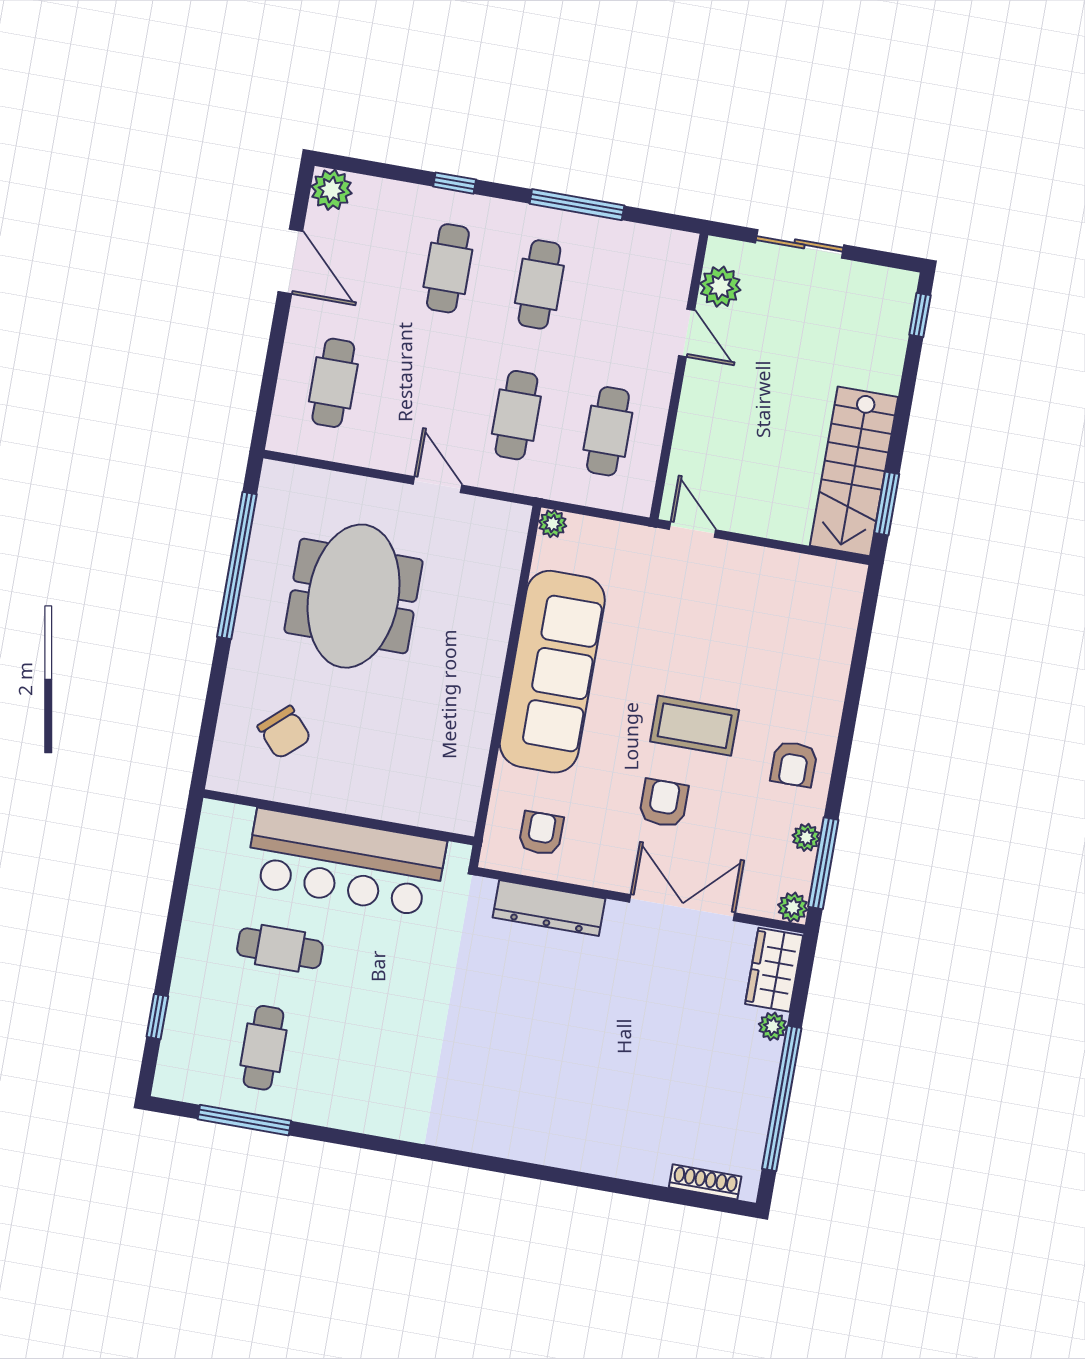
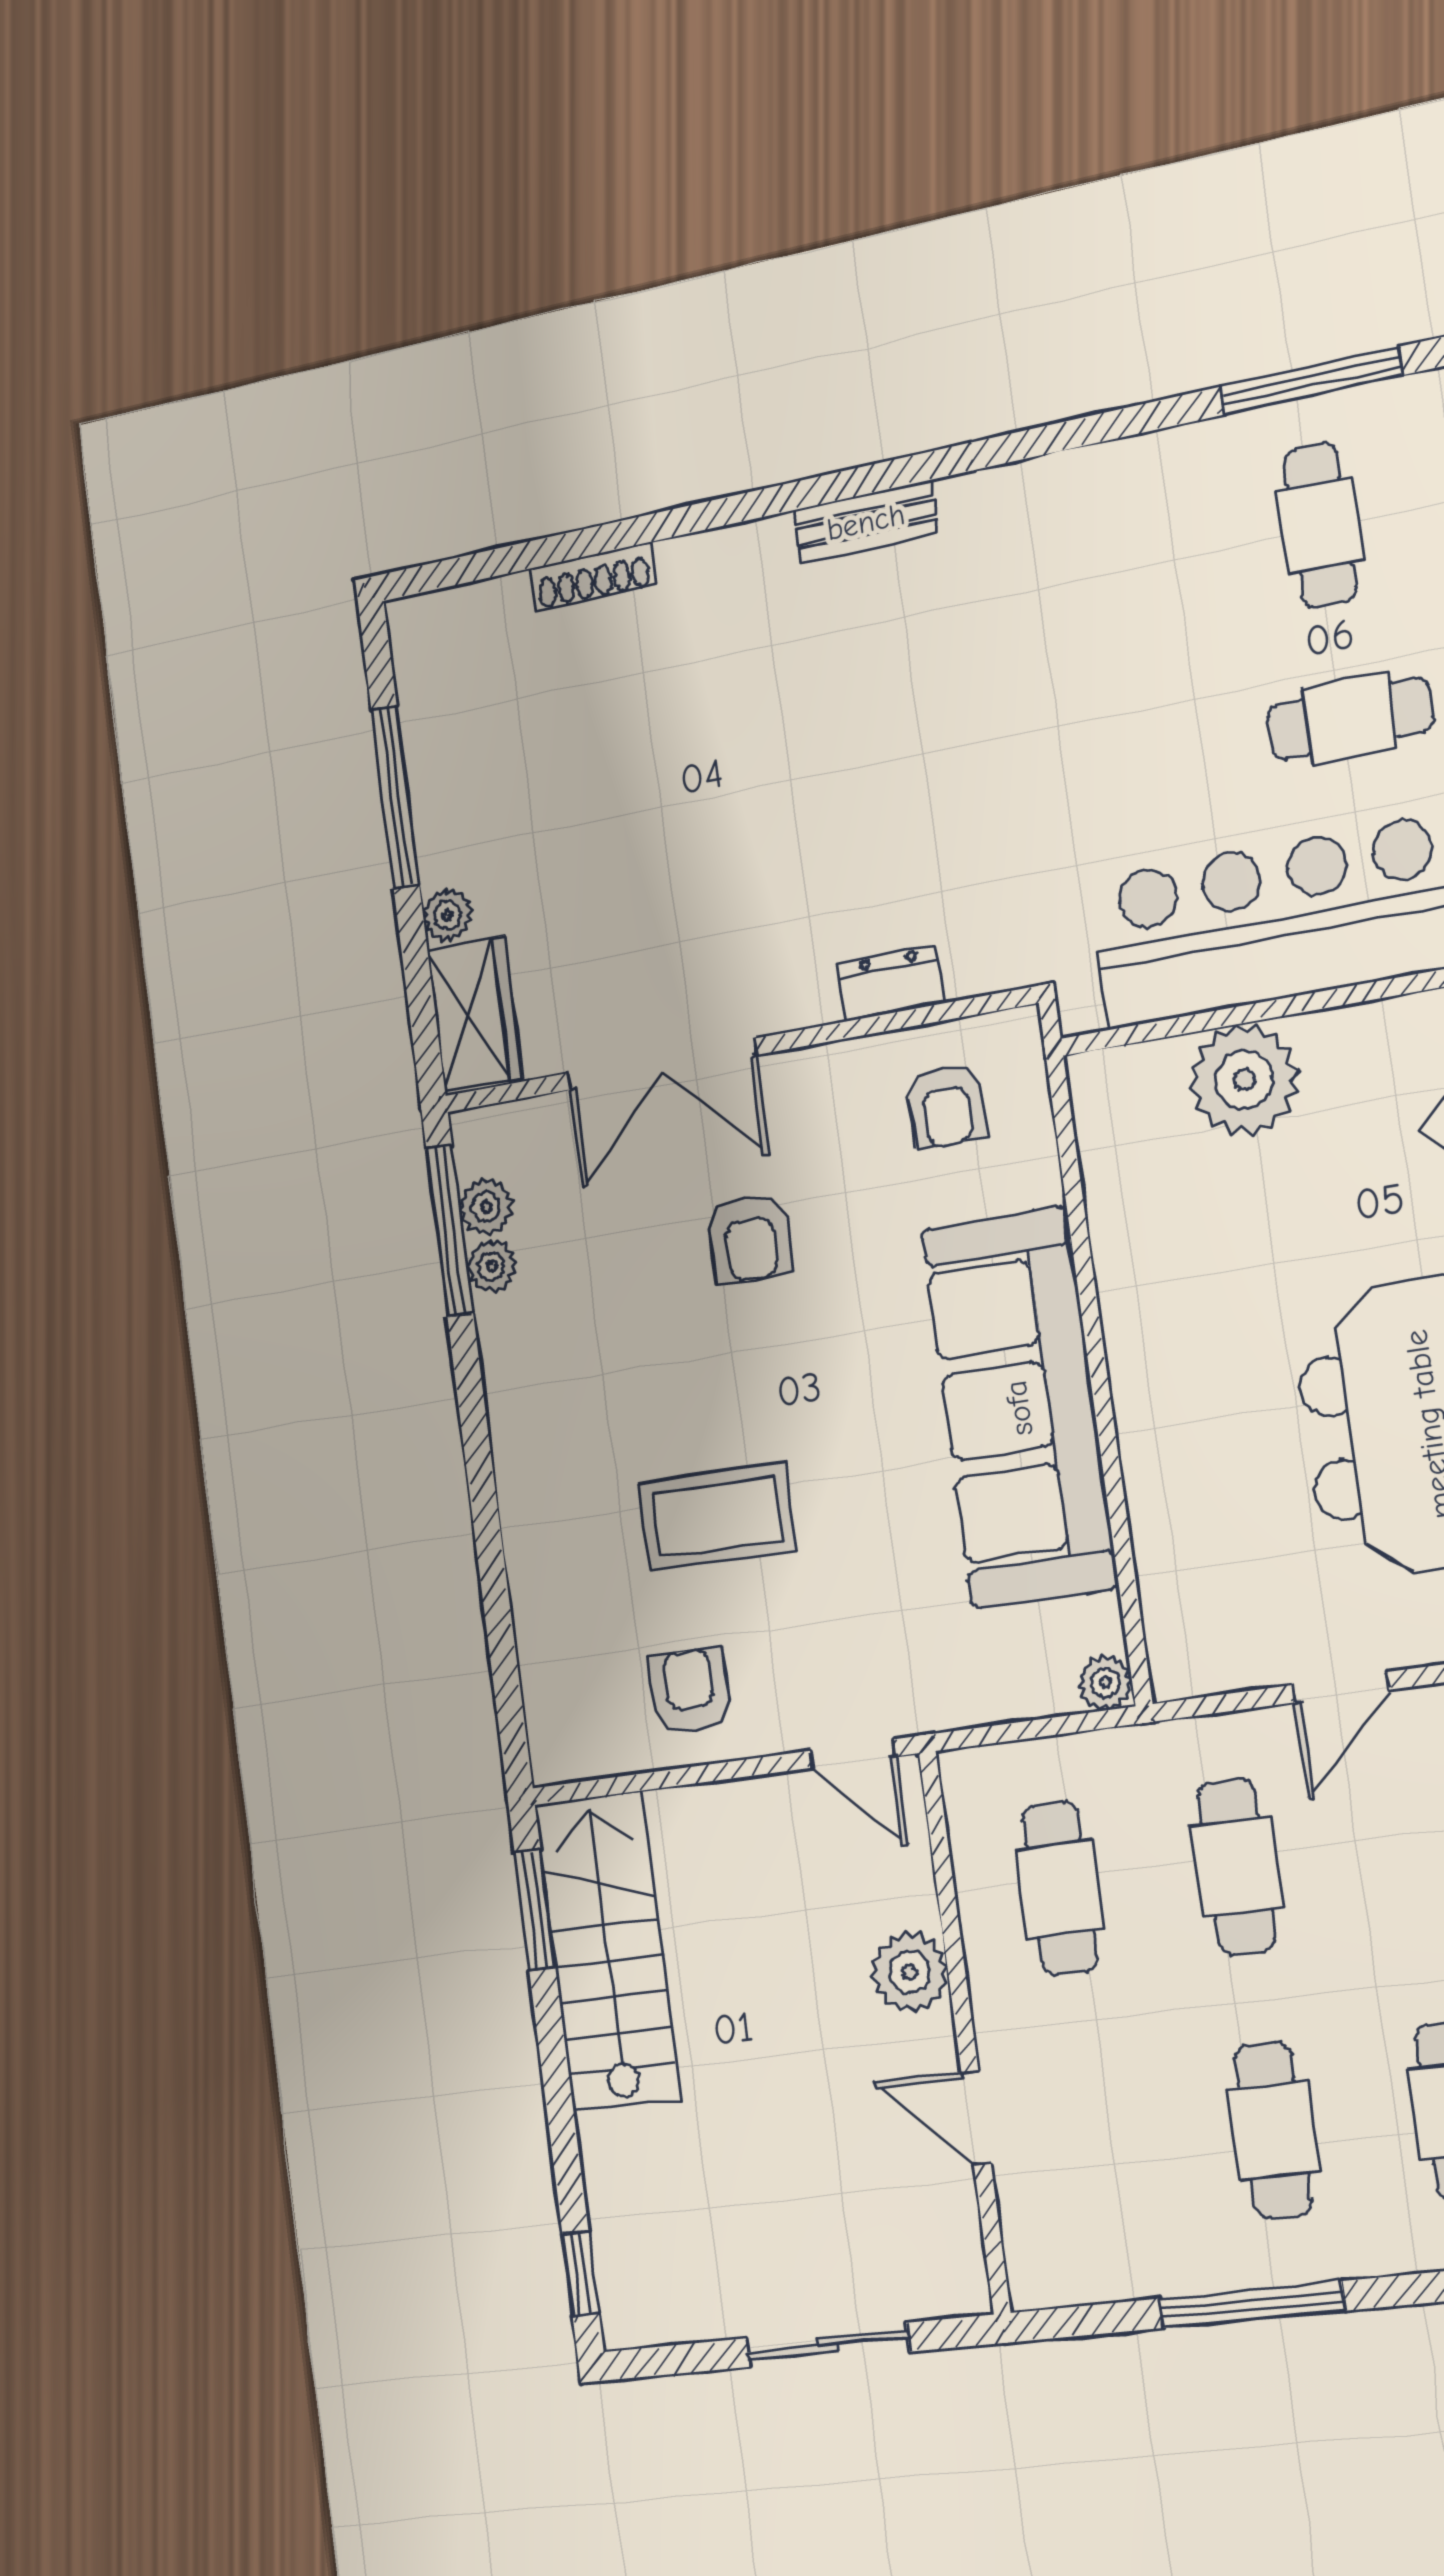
plant: (720, 287) -> (910, 1972), moved
door: (438, 485) -> (1340, 1687), hinge flipped
coffee table: (695, 726) -> (717, 1517), moved
armchair: (794, 764) -> (690, 1691), moved
plant: (389, 792) -> (1244, 1080), added
plant: (793, 907) -> (486, 1207), moved
dresser: (549, 908) -> (891, 983), width x0.51, depth x0.80
window: (782, 1098) -> (395, 797), width x0.68
bench: (487, 1141) -> (866, 522), added
shoe rack: (705, 1182) -> (593, 577), moved

